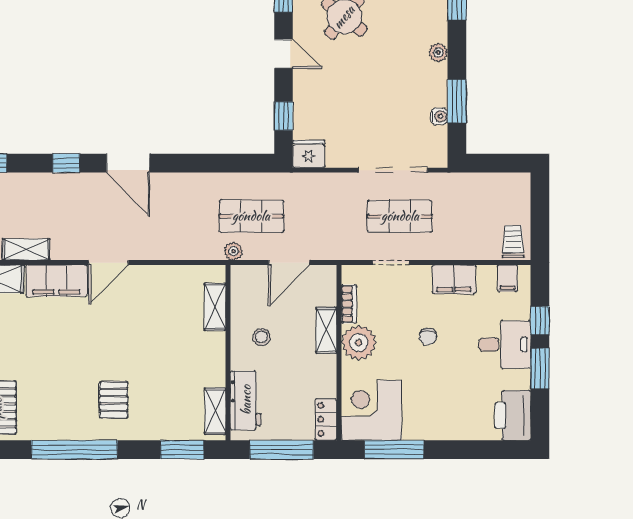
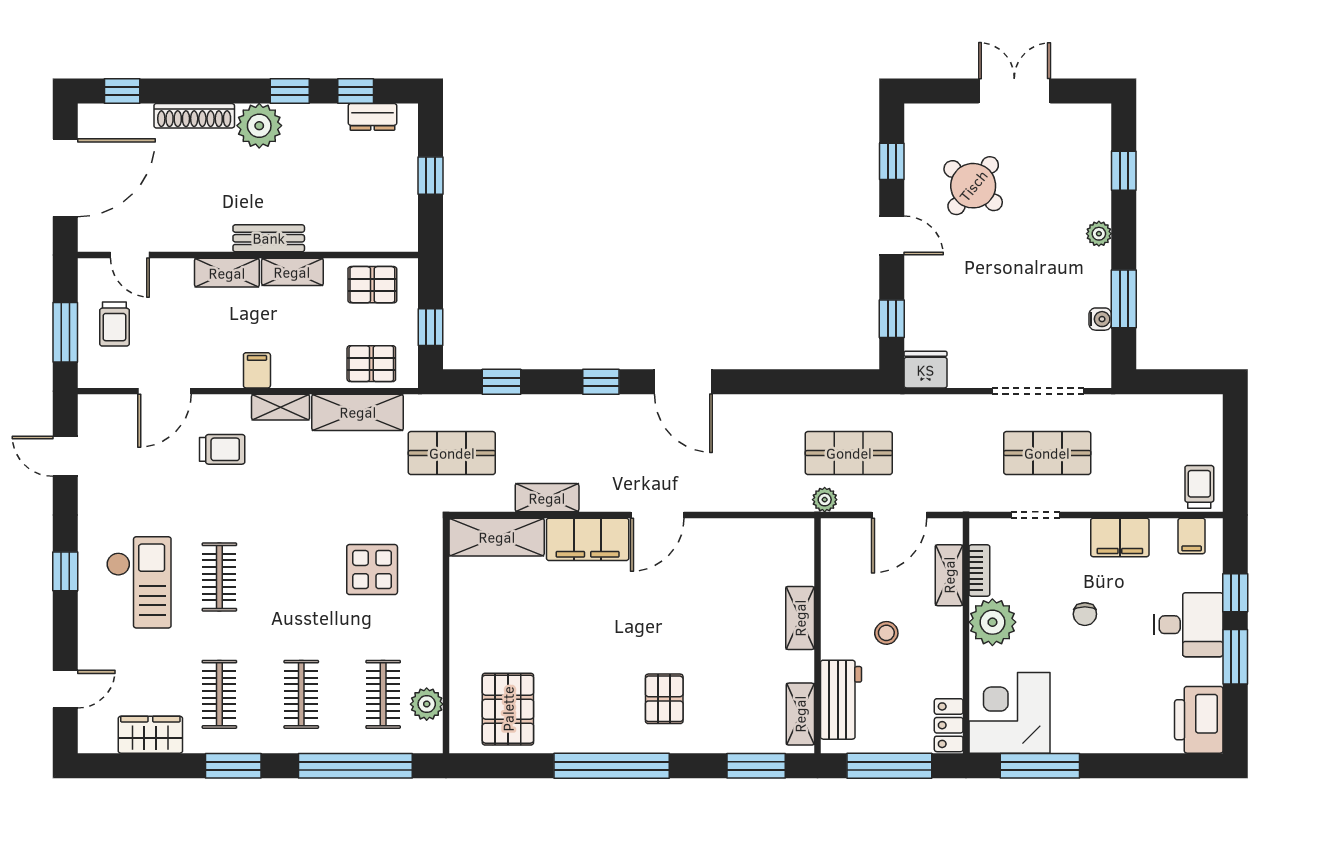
shelving: (215, 307) -> (800, 618), moved
shelving: (326, 330) -> (949, 575), moved
stool: (262, 337) -> (886, 633), moved

